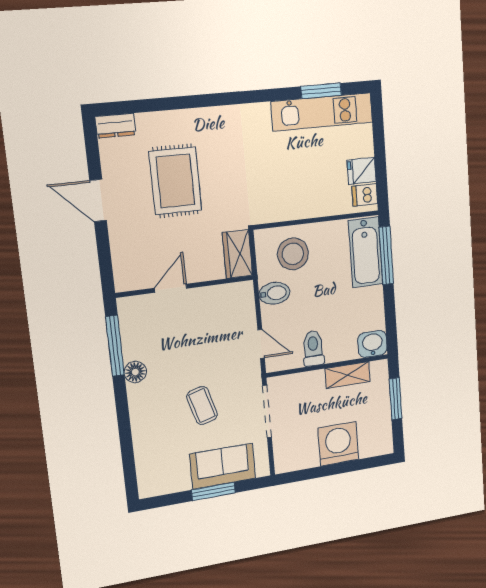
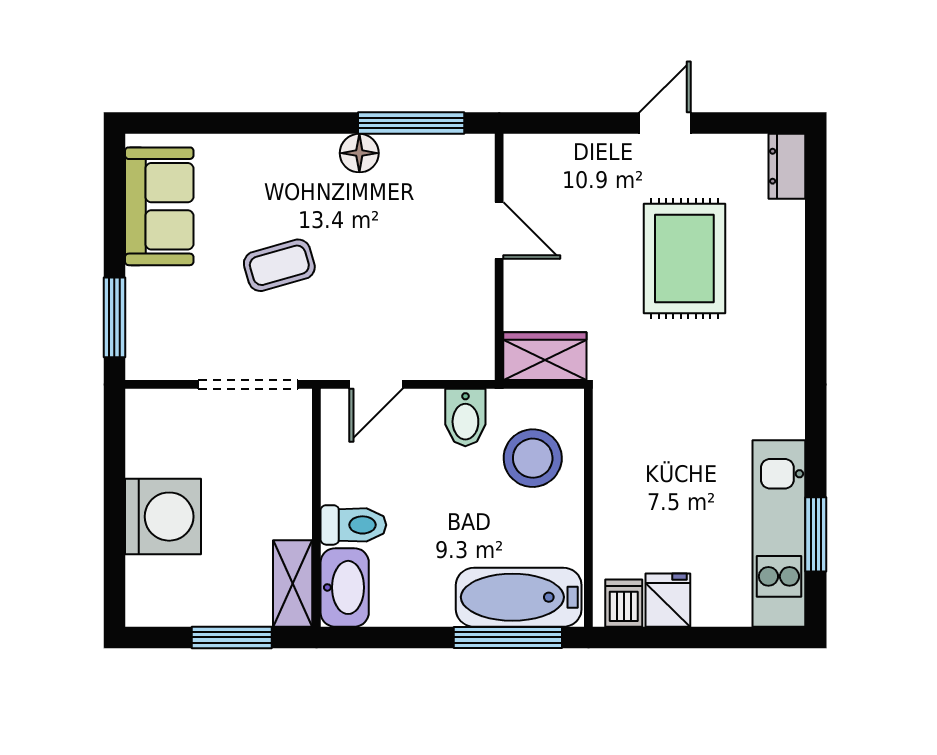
rug: (175, 181) -> (684, 258), turned 90
door: (98, 201) -> (665, 123), width x0.73
washbasin: (372, 344) -> (345, 587), width x1.38
toilet: (313, 348) -> (353, 525), moved
shelving: (348, 375) -> (293, 583), moved
sofa: (223, 466) -> (159, 206), moved
window: (213, 491) -> (114, 317), moved

